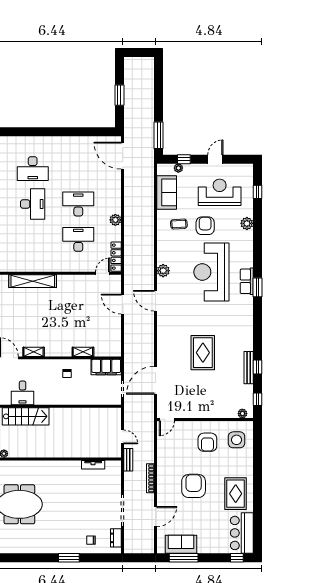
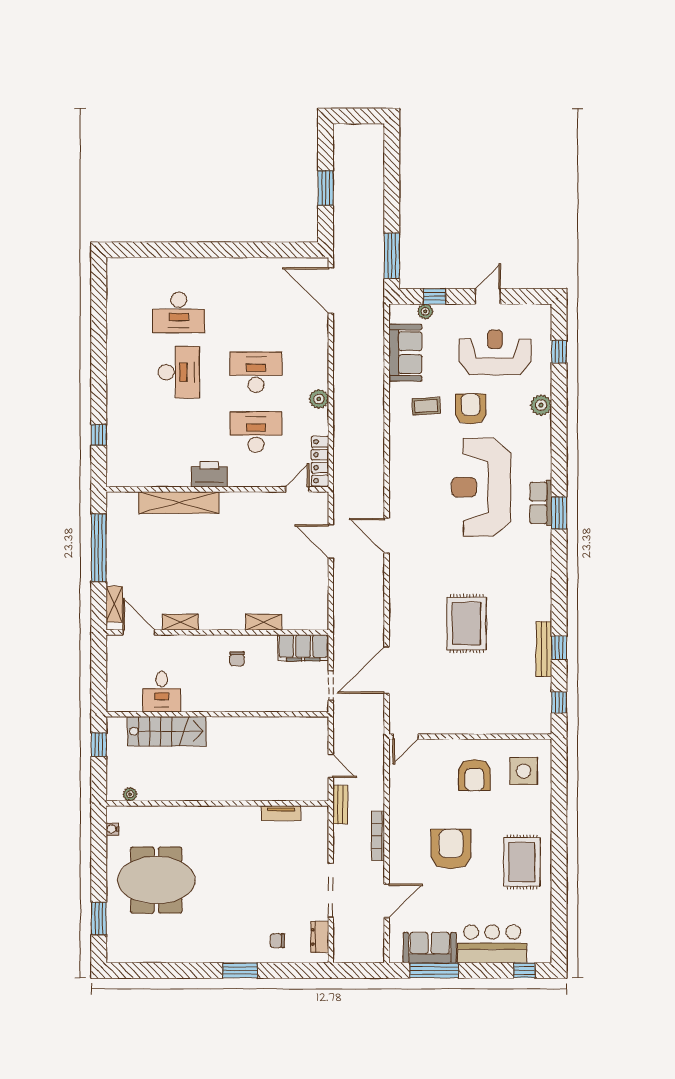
printer: (51, 264) -> (209, 474), added
plant: (163, 271) -> (400, 485), removed
plant: (242, 414) -> (534, 726), removed
bar counter: (242, 533) -> (492, 944), moved, turned 90

